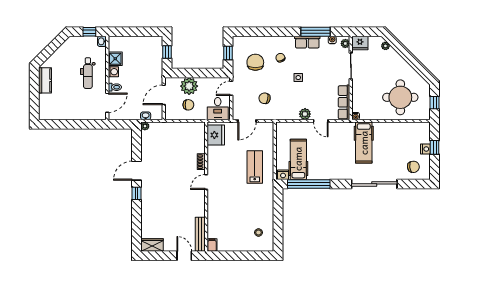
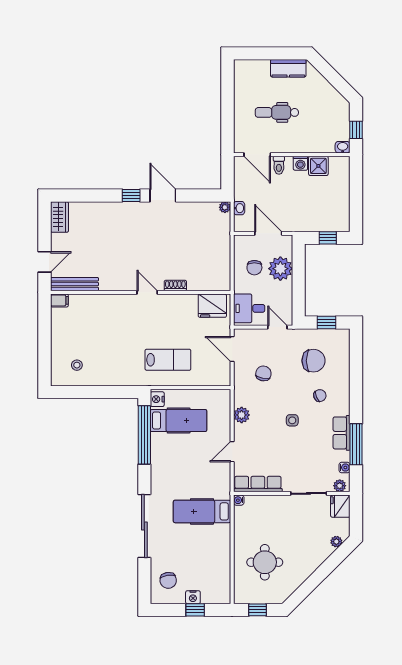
dental chair: (88, 73) -> (277, 112), moved
round table: (400, 97) -> (265, 562), width x0.73, depth x0.73
plant: (305, 114) -> (242, 415), moved

